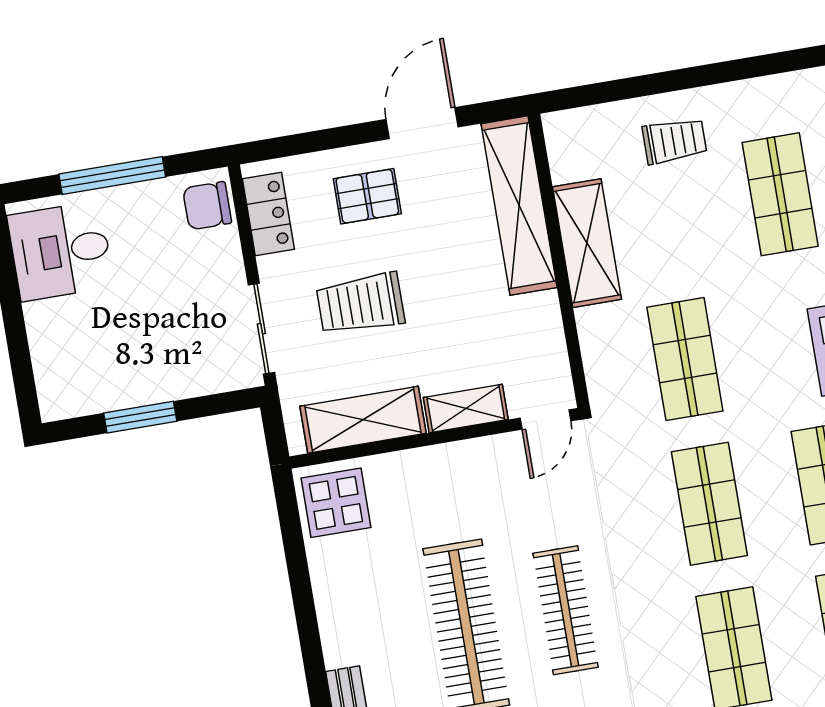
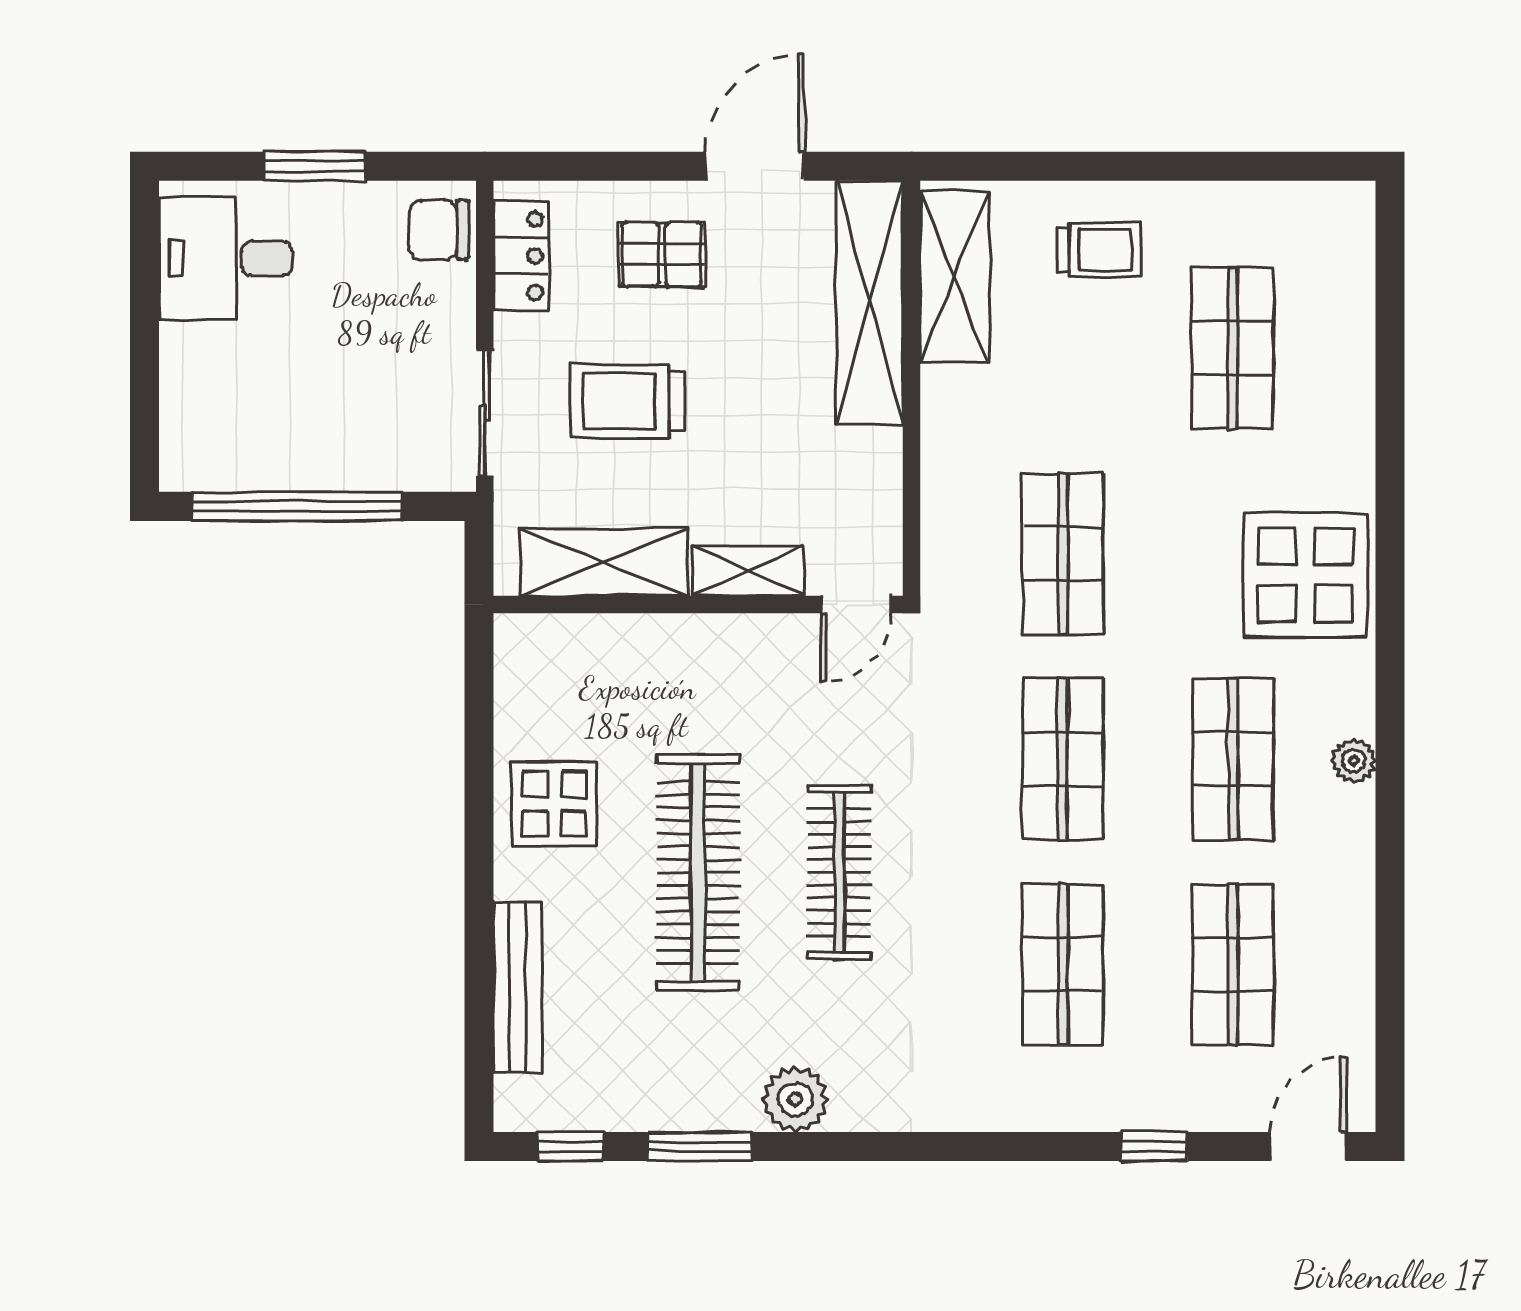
window: (112, 176) -> (315, 166), width x0.69
shelving: (587, 243) -> (954, 277), moved
window: (140, 417) -> (297, 506), width x2.11
display table: (336, 503) -> (555, 804), moved

